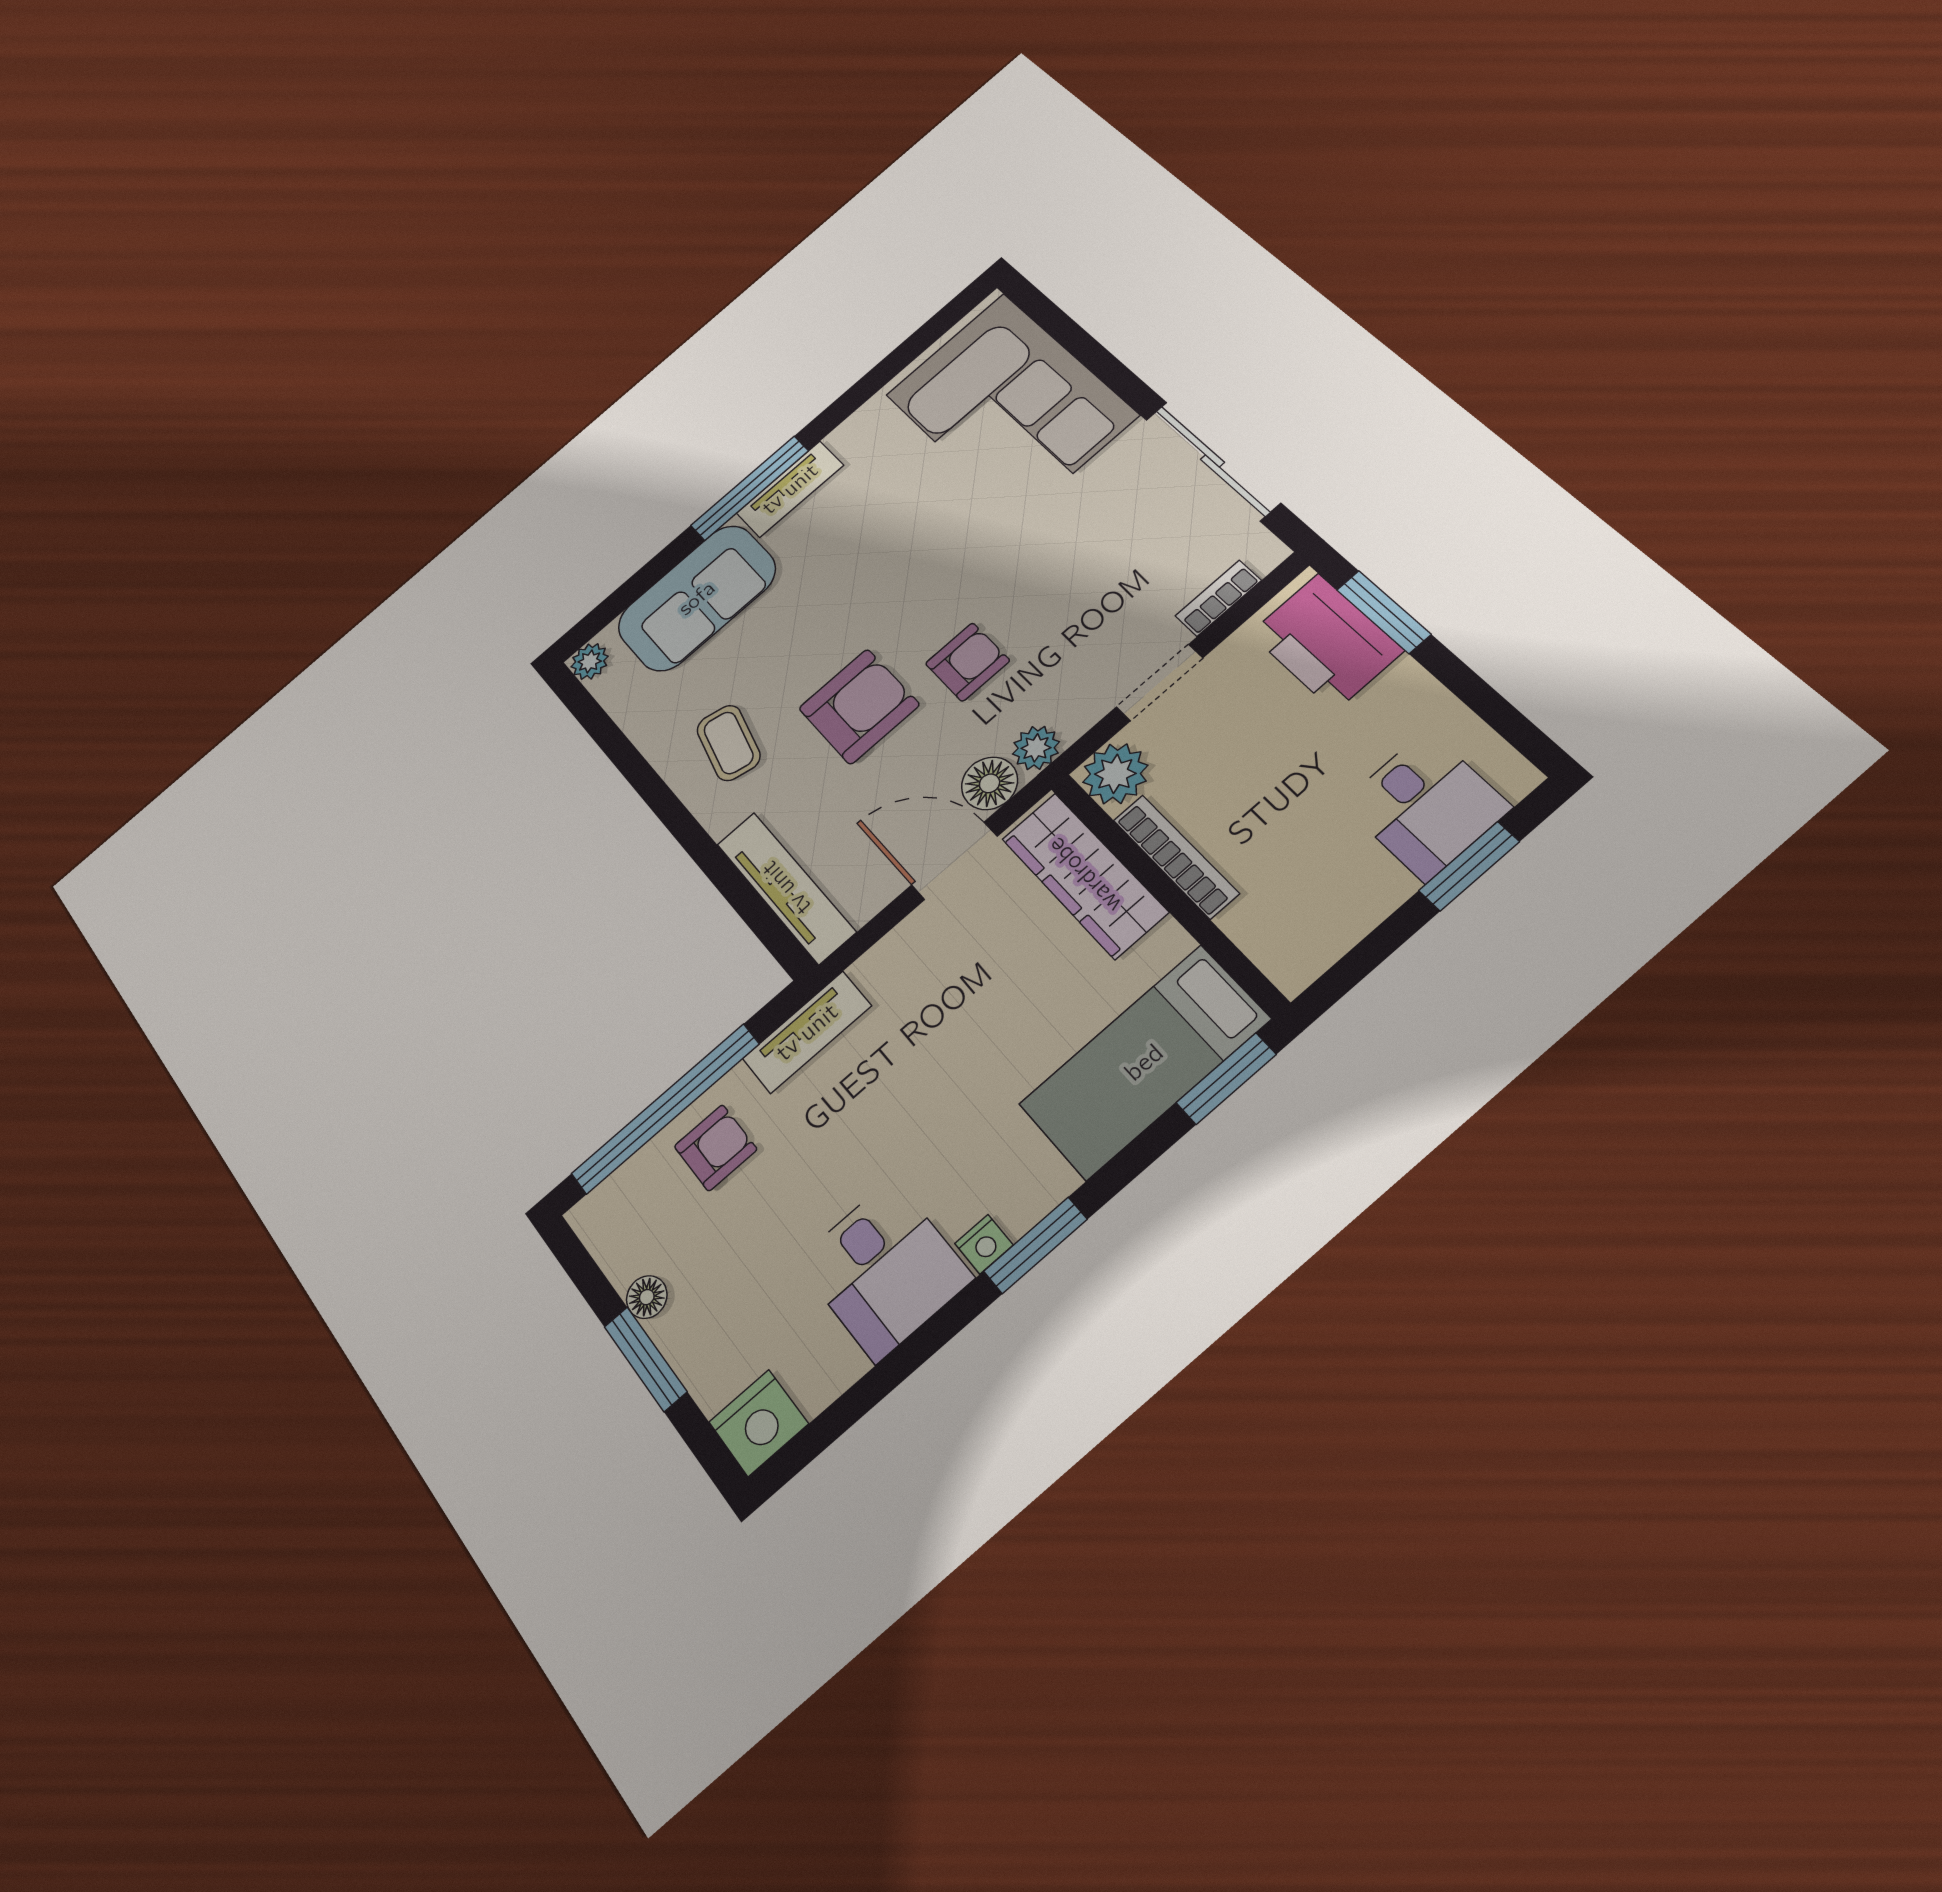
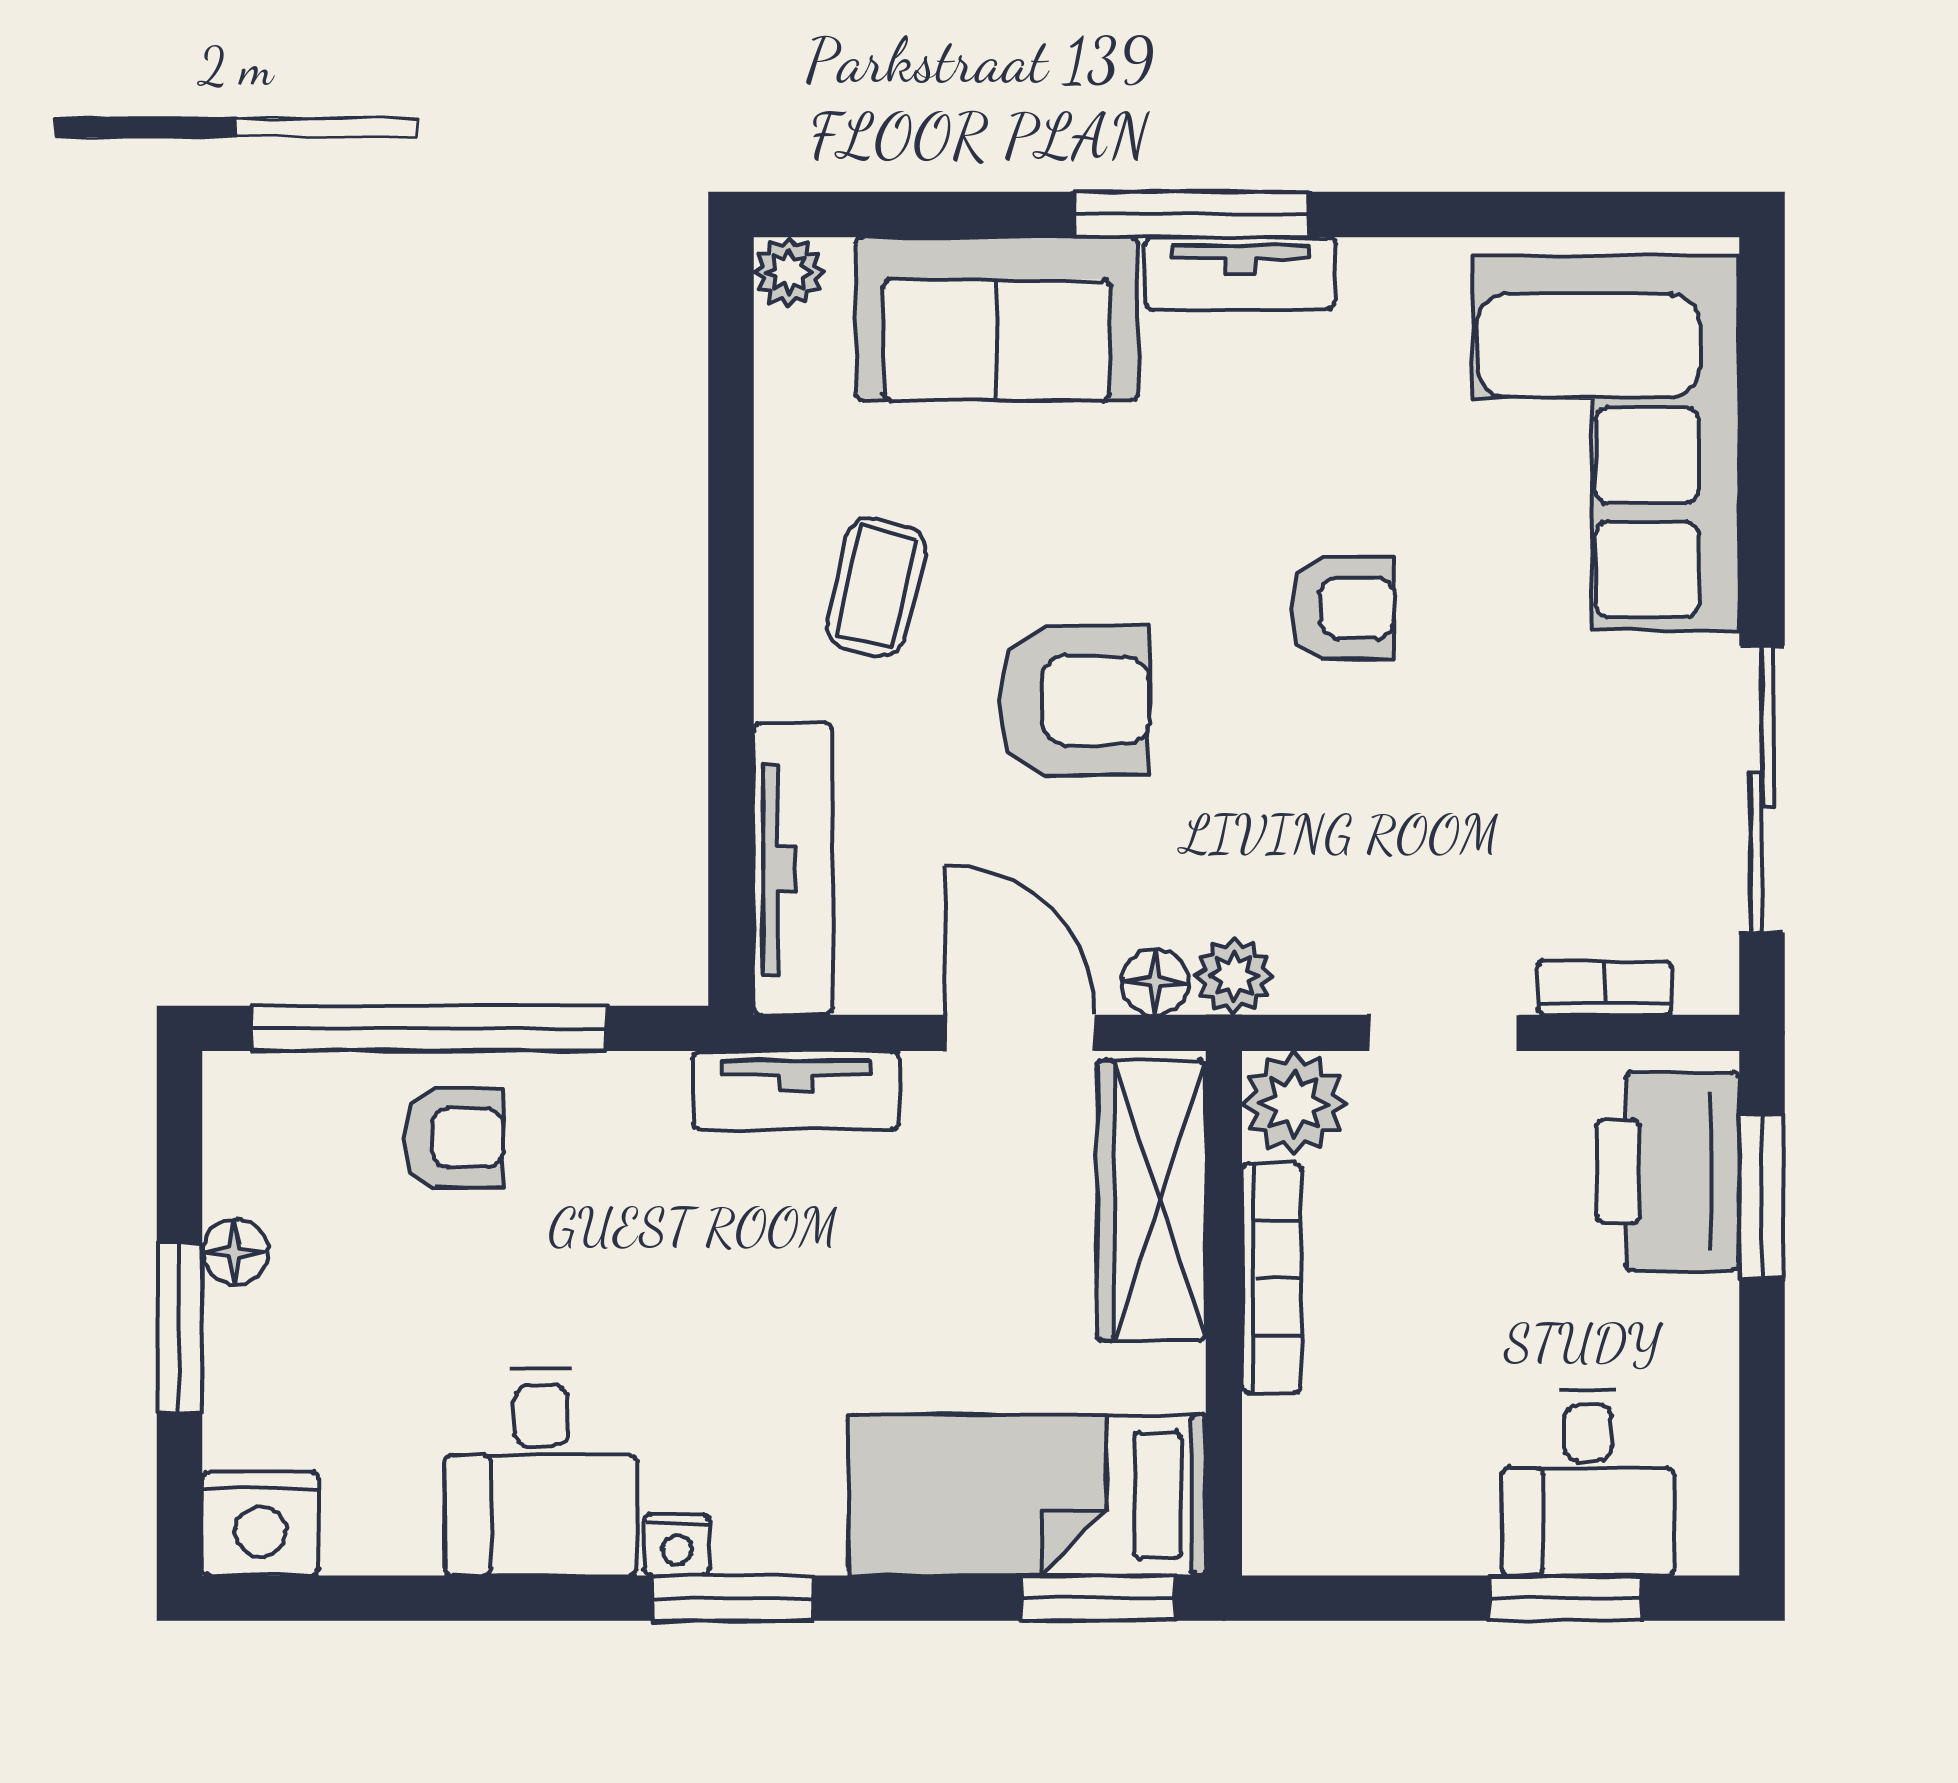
armchair: (967, 662) -> (1343, 608), moved
floor lamp: (990, 783) -> (1155, 982), width x0.73, depth x0.73
tv unit: (807, 1032) -> (796, 1090), moved

